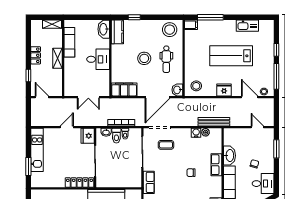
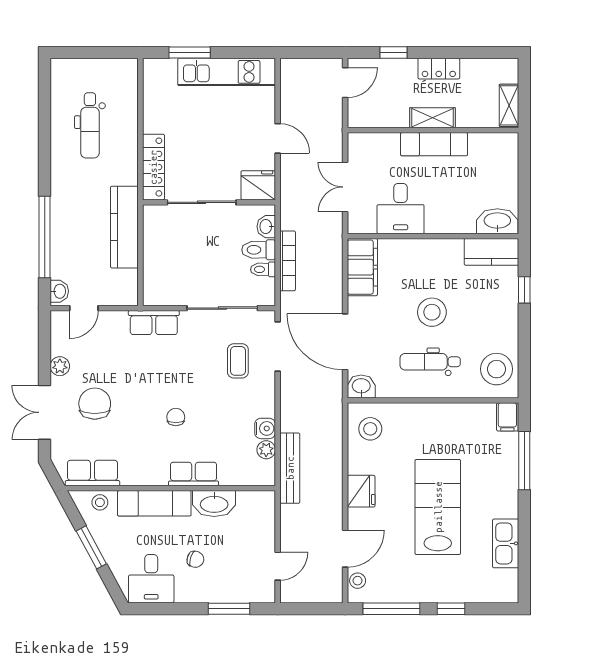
exam couch: (69, 42) -> (434, 144), moved
desk: (98, 59) -> (401, 209), moved

